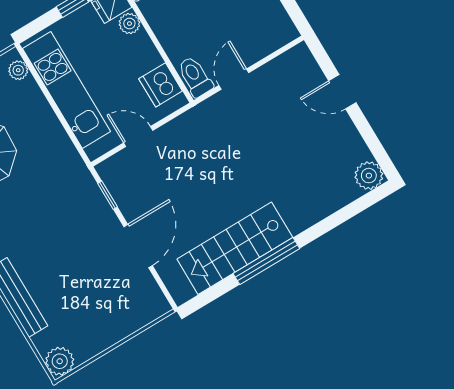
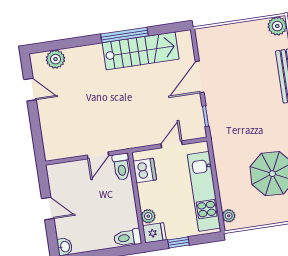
door: (342, 92) -> (30, 90), moved
door: (138, 137) -> (172, 144), swing flipped
plant: (369, 176) -> (56, 59), moved

